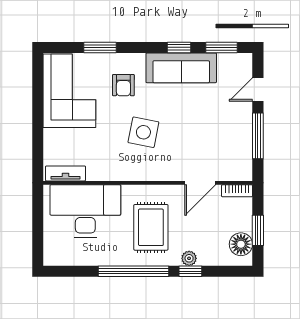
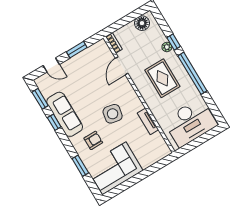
window: (258, 136) -> (77, 50), width x0.69
tv unit: (66, 173) -> (148, 121), moved
door: (200, 183) -> (122, 66), swing flipped
desk: (85, 211) -> (190, 122), moved, turned -90
rug: (151, 227) -> (162, 78), turned 90
window: (258, 230) -> (129, 18), removed

